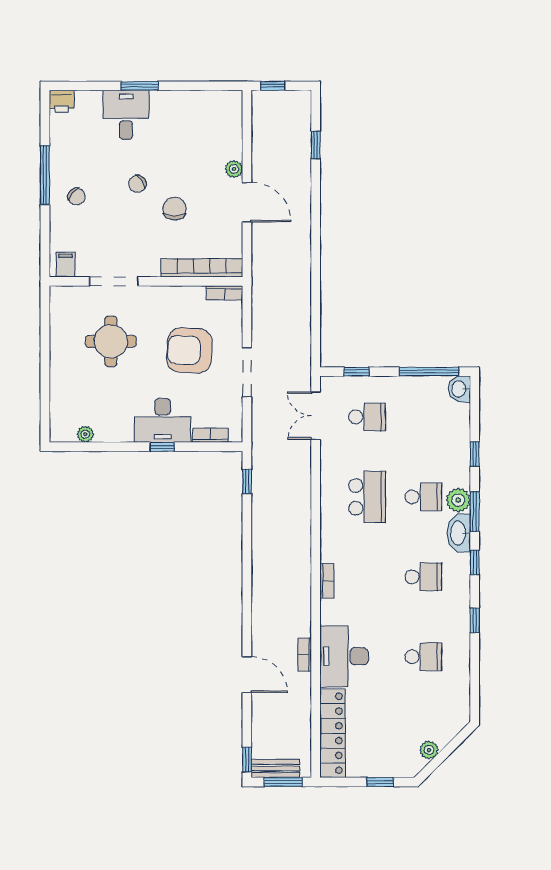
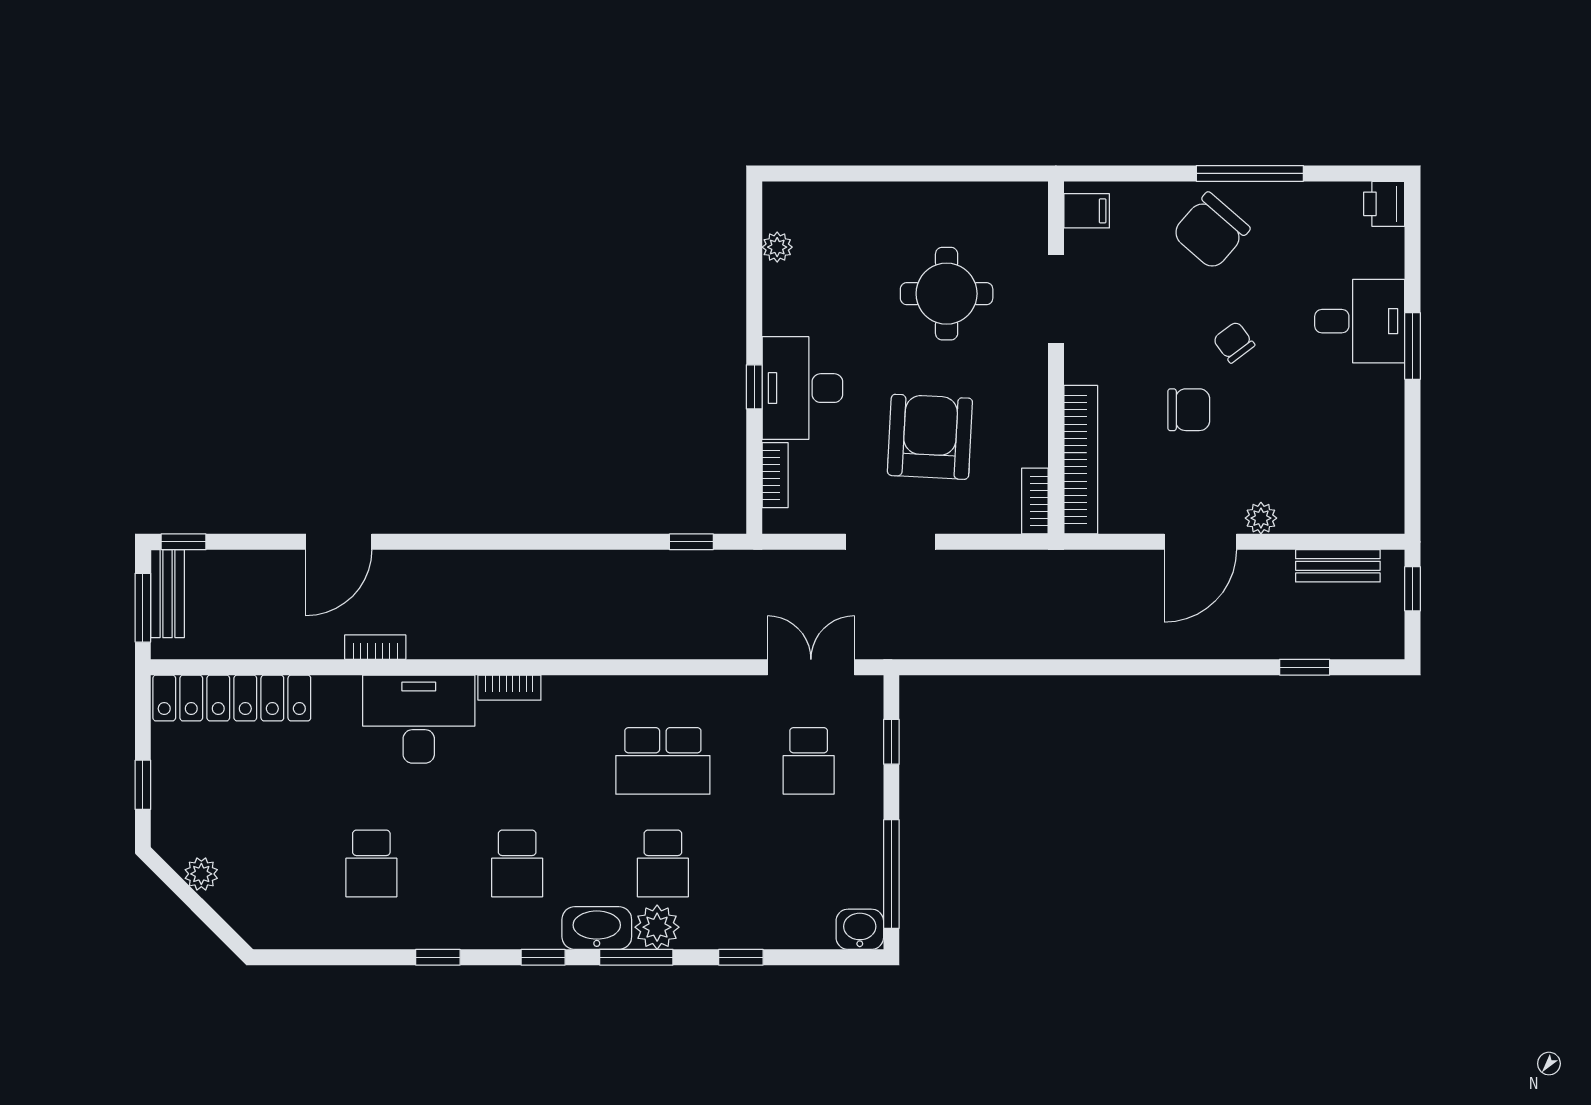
bench: (260, 127) -> (1338, 566), added
chair: (77, 196) -> (1211, 231), width x1.87, depth x1.87
desk: (344, 656) -> (419, 719), moved

